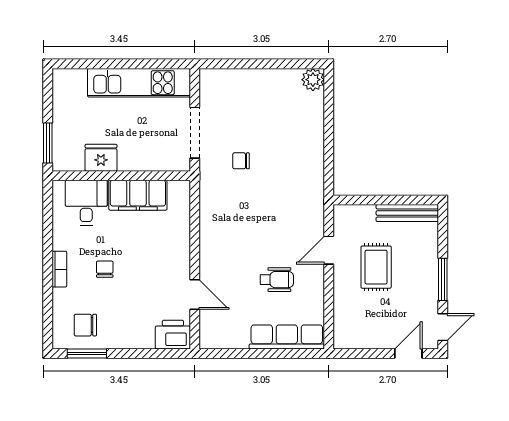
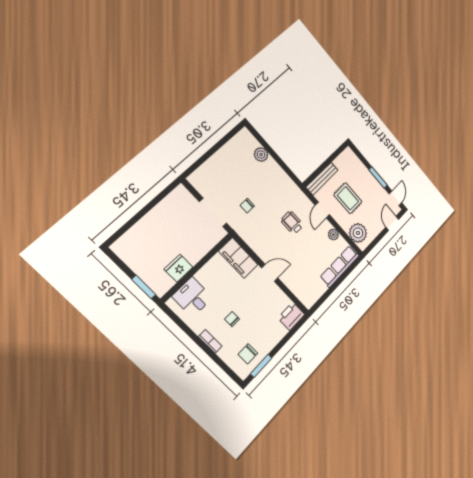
plant: (313, 80) -> (261, 155), moved
kitchen unit: (139, 83) -> (162, 213), removed
filing cabinet: (138, 195) -> (238, 258), moved, turned 90
bench: (407, 213) -> (322, 179), moved
wheelchair: (277, 280) -> (292, 223), moved, turned -90
plant: (315, 292) -> (333, 235), added
door: (195, 294) -> (270, 273), moved
plant: (349, 321) -> (358, 233), added

